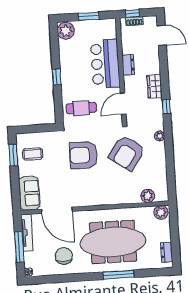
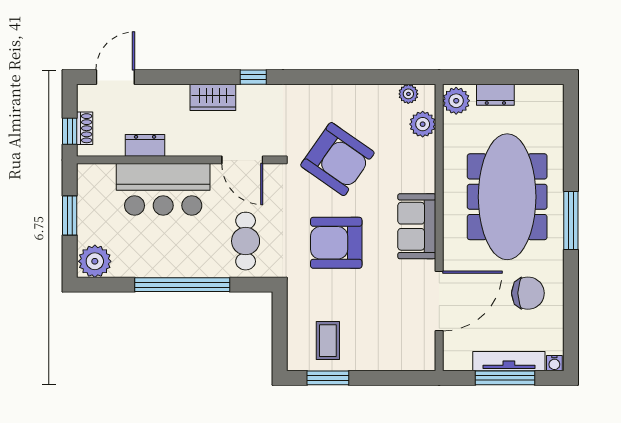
dresser: (128, 65) -> (145, 145), moved
window: (57, 77) -> (182, 285), width x3.17
plant: (160, 136) -> (408, 94), moved
armchair: (83, 155) -> (336, 243), turned 90
sofa: (29, 193) -> (417, 226), moved, turned -90
tv unit: (27, 233) -> (509, 361), moved
dresser: (167, 252) -> (495, 95), moved
chair: (64, 256) -> (528, 293), turned 180
window: (119, 275) -> (571, 221), moved

